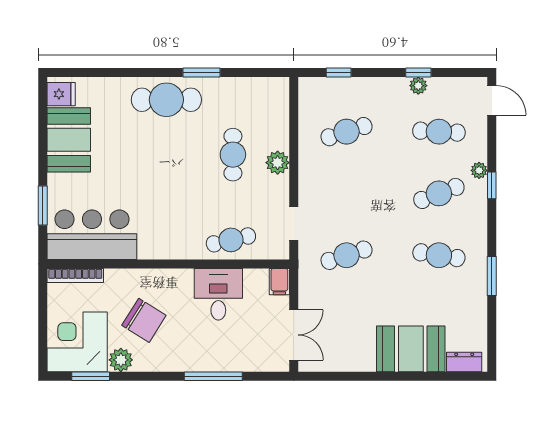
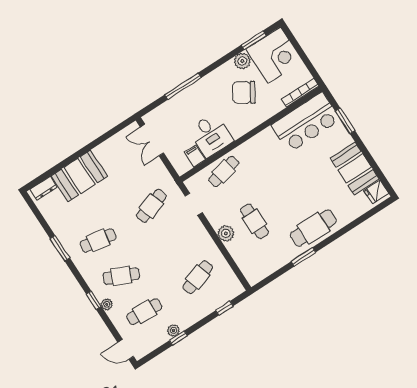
cafe table: (439, 193) -> (121, 276), turned 45
filing cabinet: (279, 282) -> (195, 156), moved

